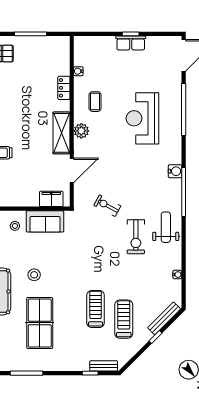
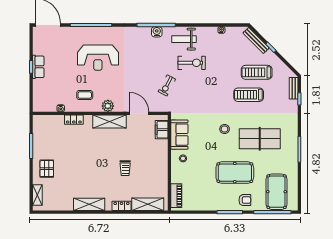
water cooler: (175, 171) -> (157, 32), moved
stool: (34, 275) -> (225, 129), moved

